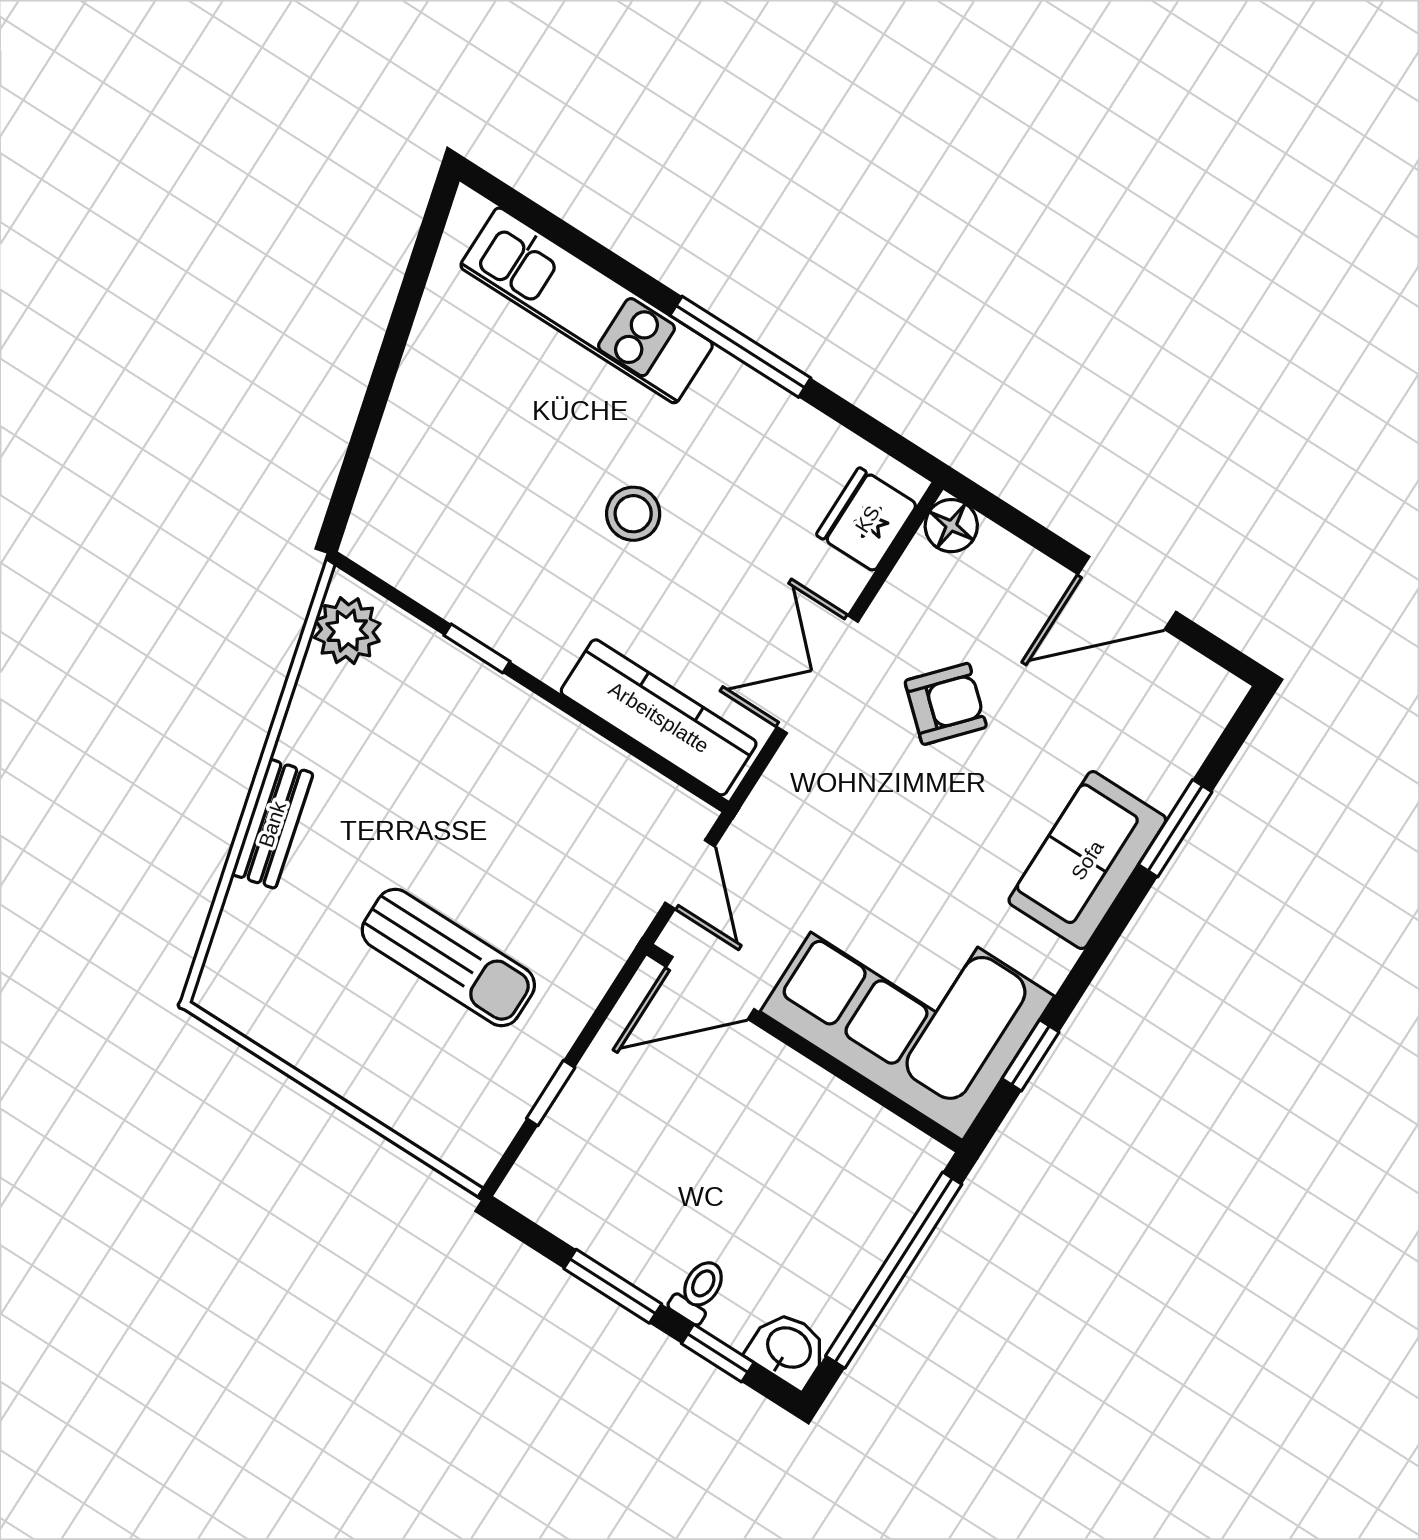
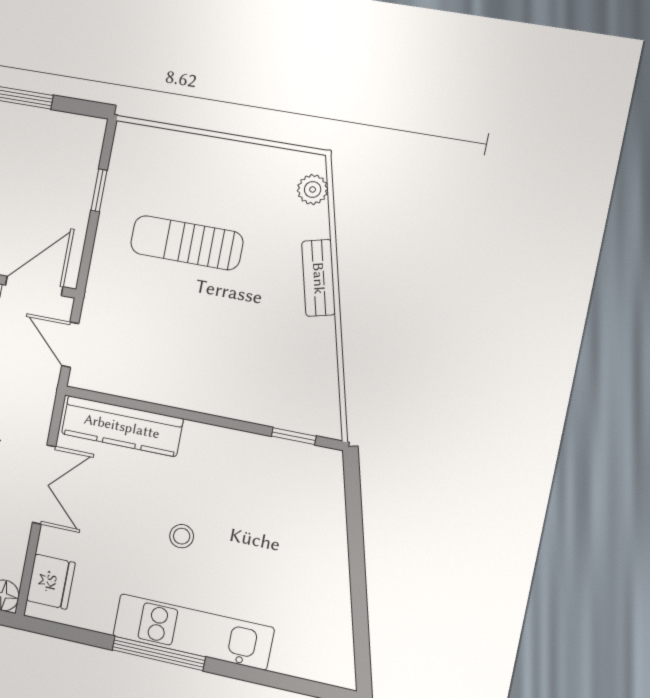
kitchen unit: (587, 305) -> (193, 632), moved
stool: (633, 514) -> (182, 536), width x0.73, depth x0.73
plant: (347, 631) -> (313, 189), moved, width x0.73, depth x0.73
window: (477, 648) -> (294, 436), moved

